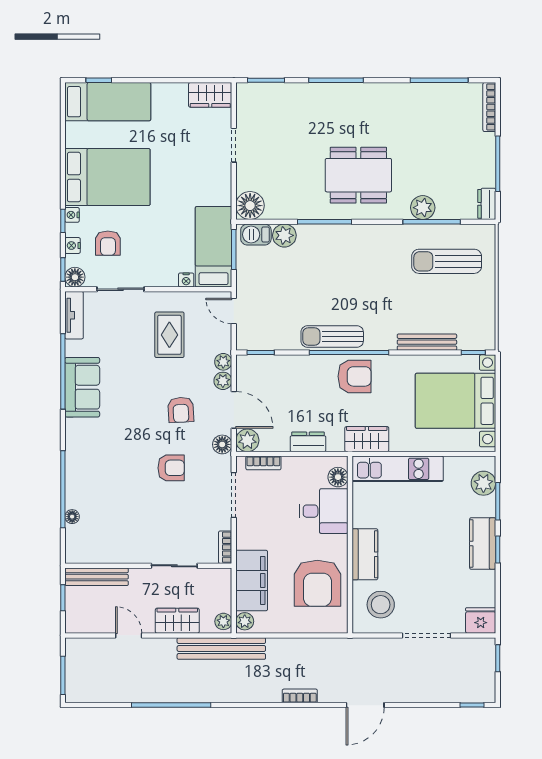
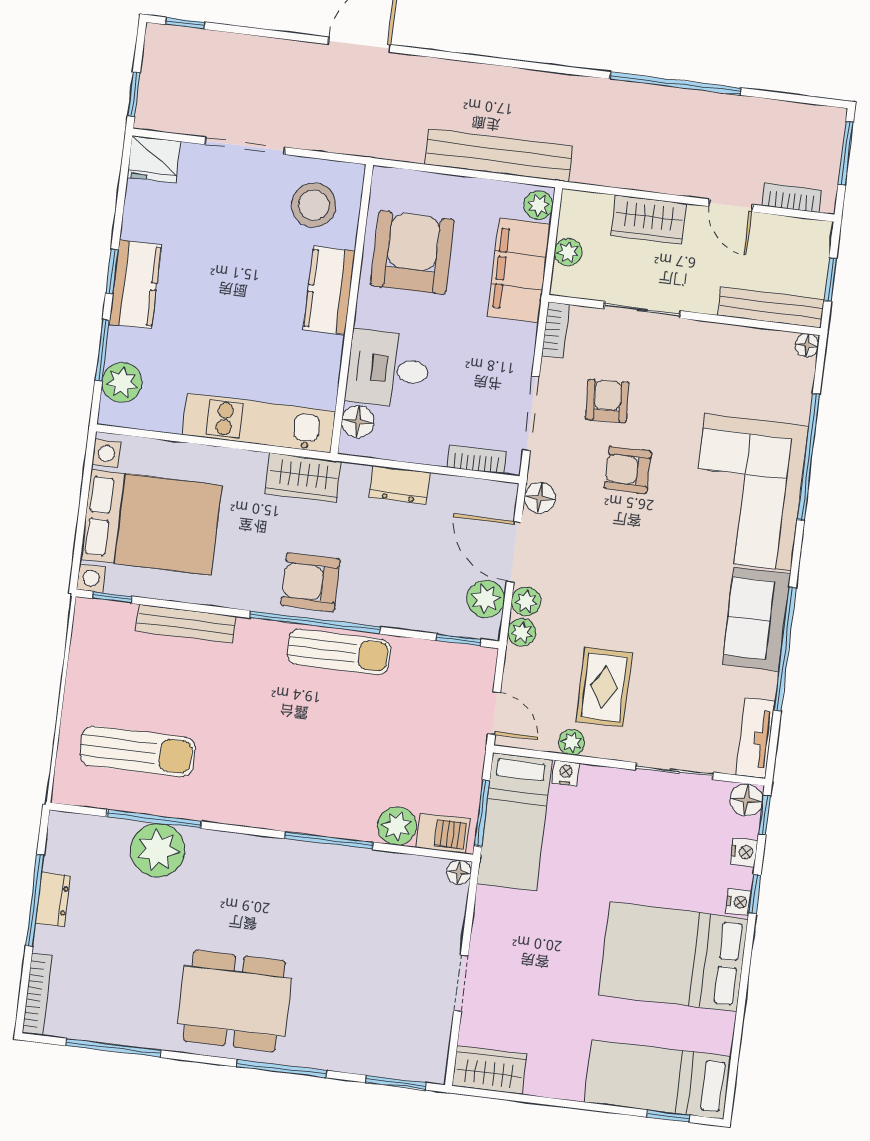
dining table: (358, 175) -> (234, 1001), moved
dresser: (487, 204) -> (53, 900), moved
floor lamp: (250, 206) -> (459, 872), width x0.53, depth x0.53
plant: (423, 208) -> (158, 850), width x1.36, depth x1.36
armchair: (108, 243) -> (686, 849), removed
plant: (185, 299) -> (572, 742), added
armchair: (181, 410) -> (607, 401), moved
plant: (247, 440) -> (486, 599), moved
corner sofa: (97, 463) -> (748, 492), added
floor lamp: (72, 517) -> (807, 345), moved
plant: (223, 621) -> (568, 252), moved
bench: (221, 649) -> (499, 155), moved
bookcase: (300, 696) -> (792, 198), moved, turned 180

